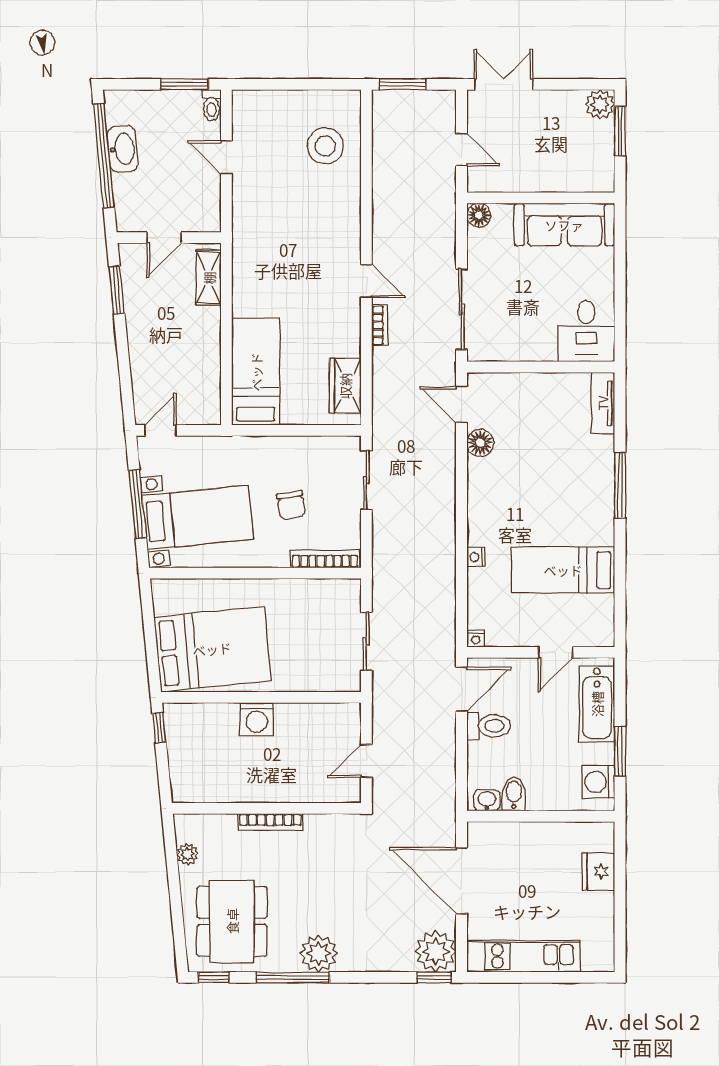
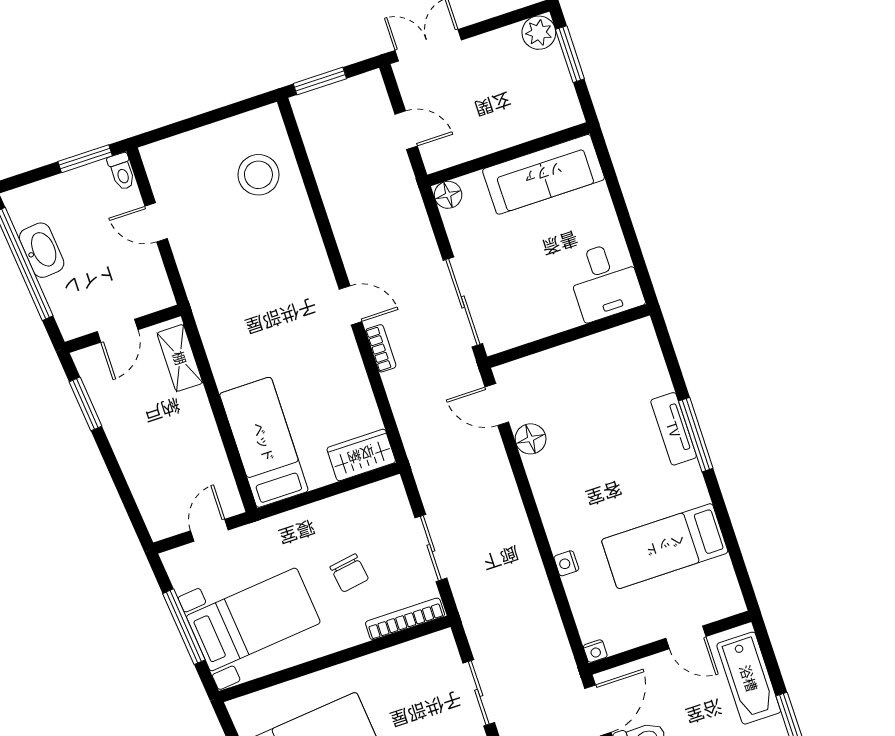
wardrobe: (345, 386) -> (361, 455), moved, turned 90
tv unit: (603, 403) -> (674, 429), moved
door: (160, 430) -> (209, 530), moved
sliding door: (366, 480) -> (431, 548), moved
door: (555, 652) -> (686, 637), hinge flipped

